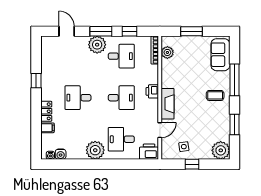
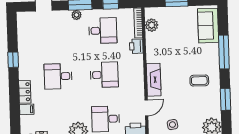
plant: (97, 45) -> (77, 15), width x0.53, depth x0.53
printer: (152, 91) -> (136, 46), moved
coffee table: (215, 95) -> (199, 81), moved

